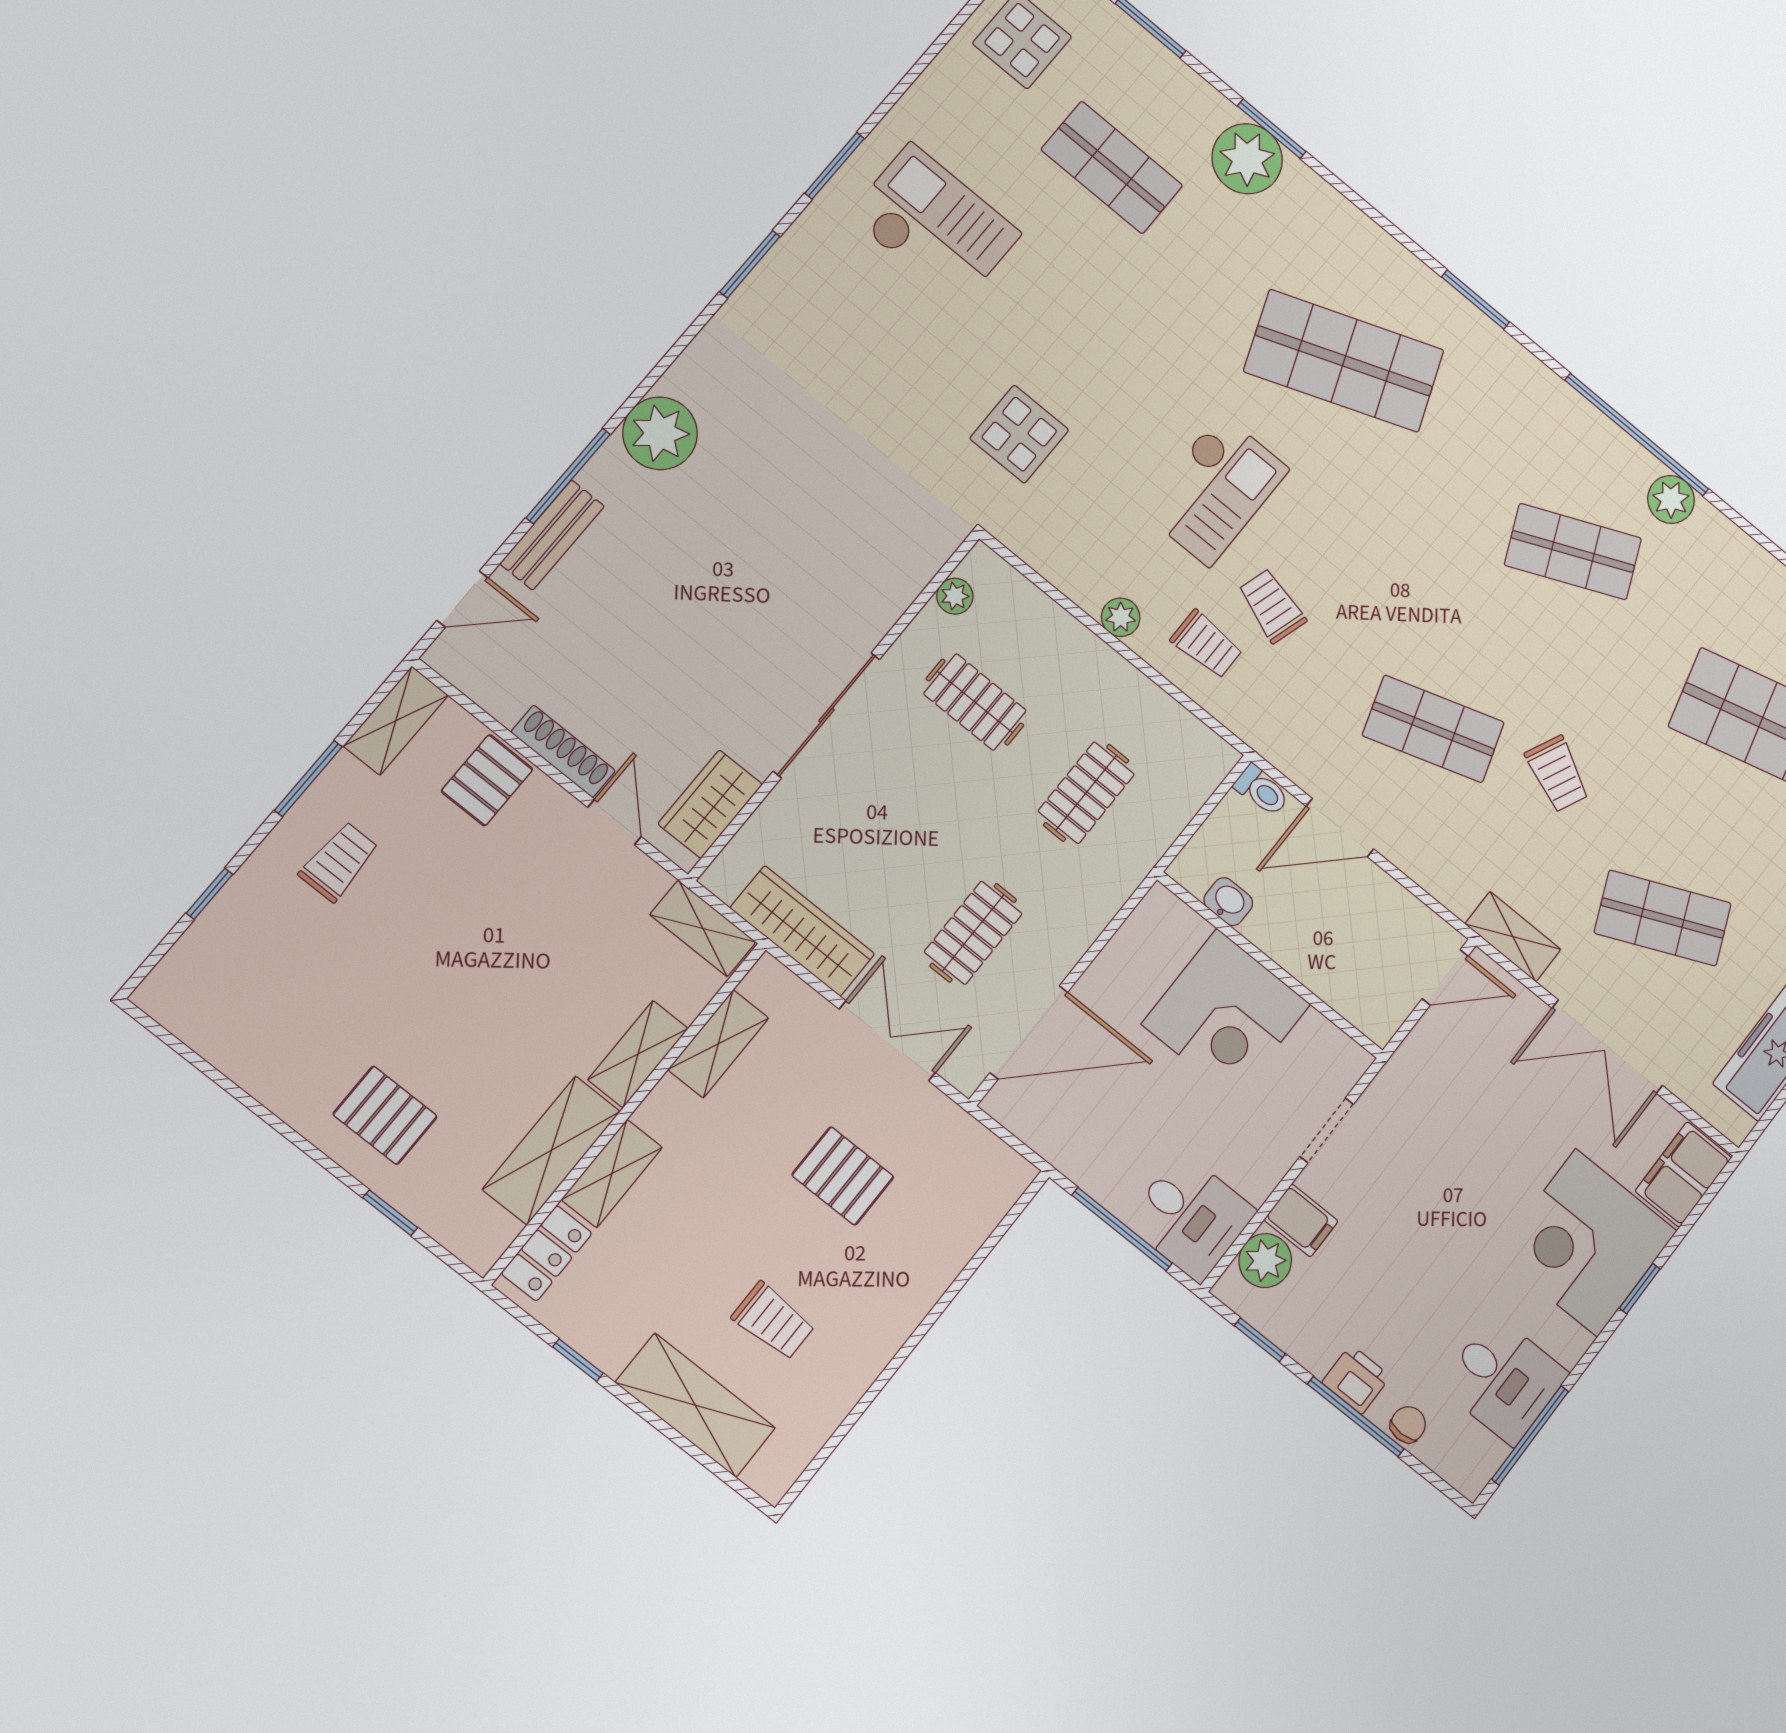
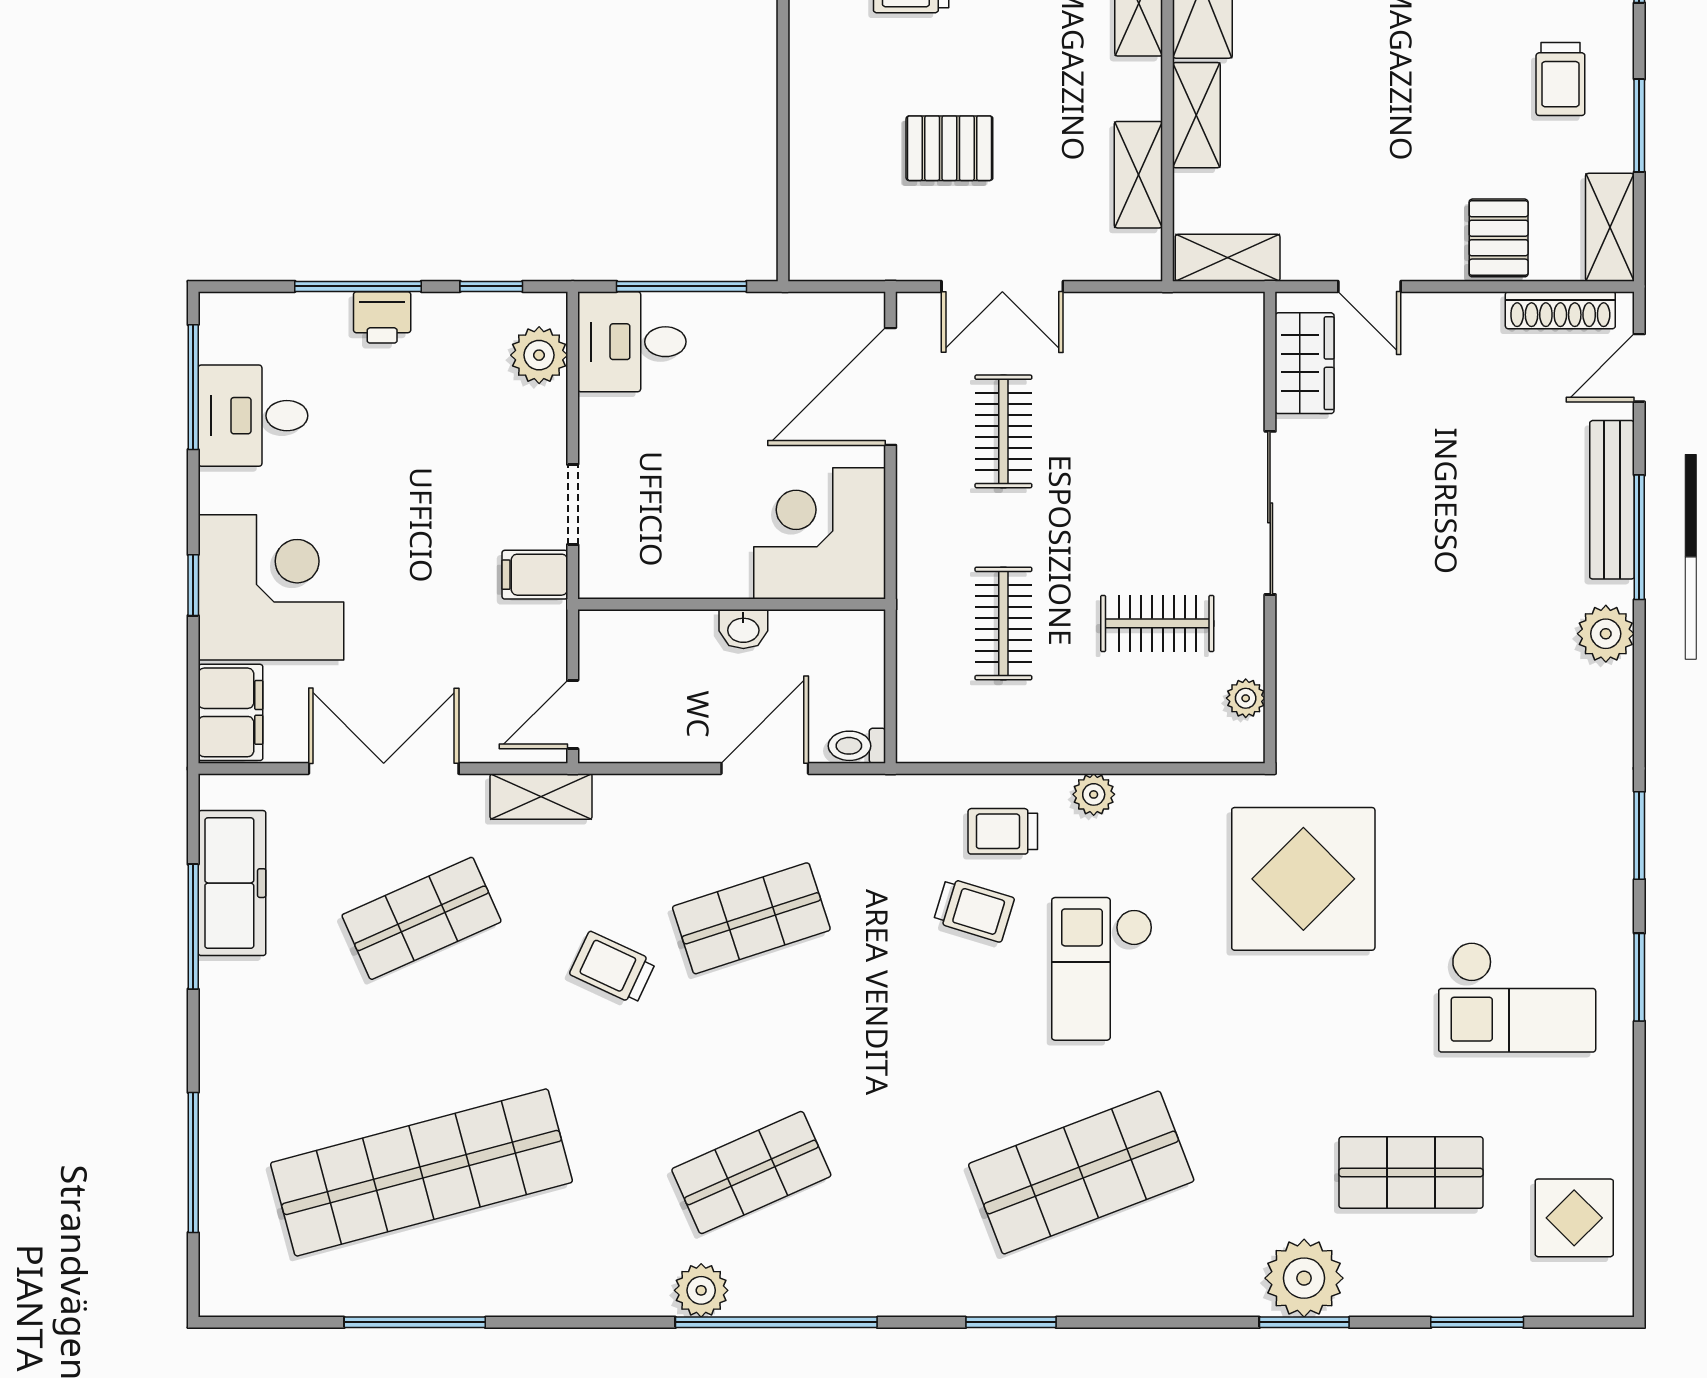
plant: (660, 433) -> (1606, 634), width x0.73, depth x0.73
display table: (1019, 434) -> (1303, 879), width x1.86, depth x1.86
bench: (552, 535) -> (1612, 500), width x1.36
shoe rack: (563, 751) -> (1560, 310), moved
washbasin: (1228, 902) -> (743, 629), moved
wardrobe: (802, 931) -> (1145, 320), removed
corner desk: (1226, 1014) -> (820, 533), moved
filing cabinet: (1301, 1220) -> (535, 575), moved
chair: (1408, 1425) -> (307, 315), removed

